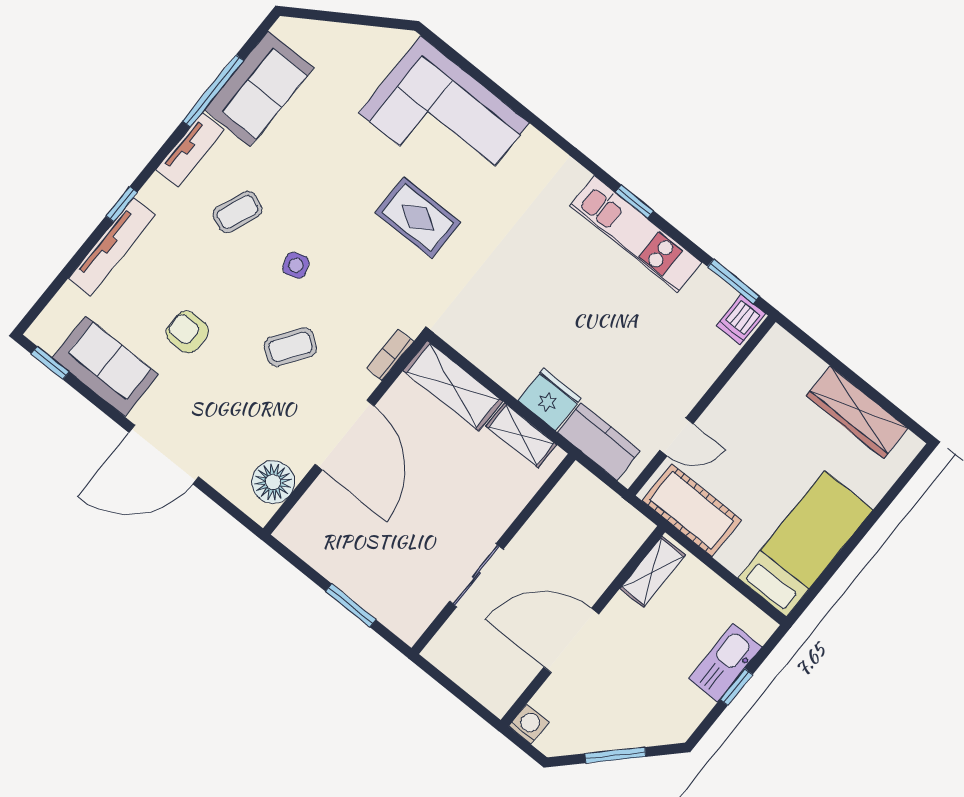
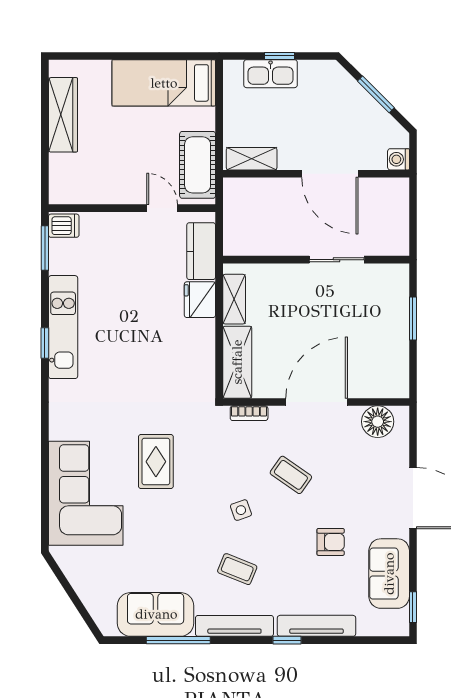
tv unit: (190, 150) -> (234, 626), width x1.41
armchair: (187, 332) -> (331, 542), turned -90

